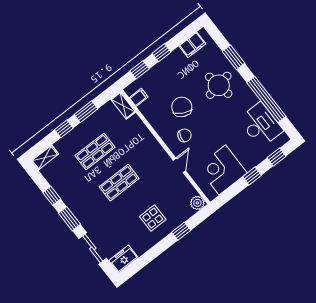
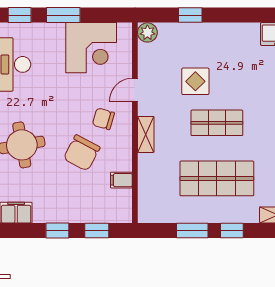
filing cabinet: (139, 97) -> (121, 180), moved
shelving: (123, 106) -> (146, 134), moved
shop shelf: (95, 151) -> (217, 178), width x1.43, depth x1.36
window: (252, 176) -> (63, 15), width x1.50
display table: (153, 218) -> (195, 81), moved

